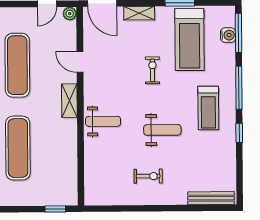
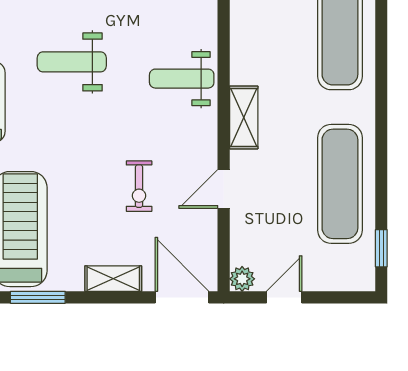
door: (80, 62) -> (224, 189), swing flipped
exercise bike: (152, 70) -> (139, 186), moved

